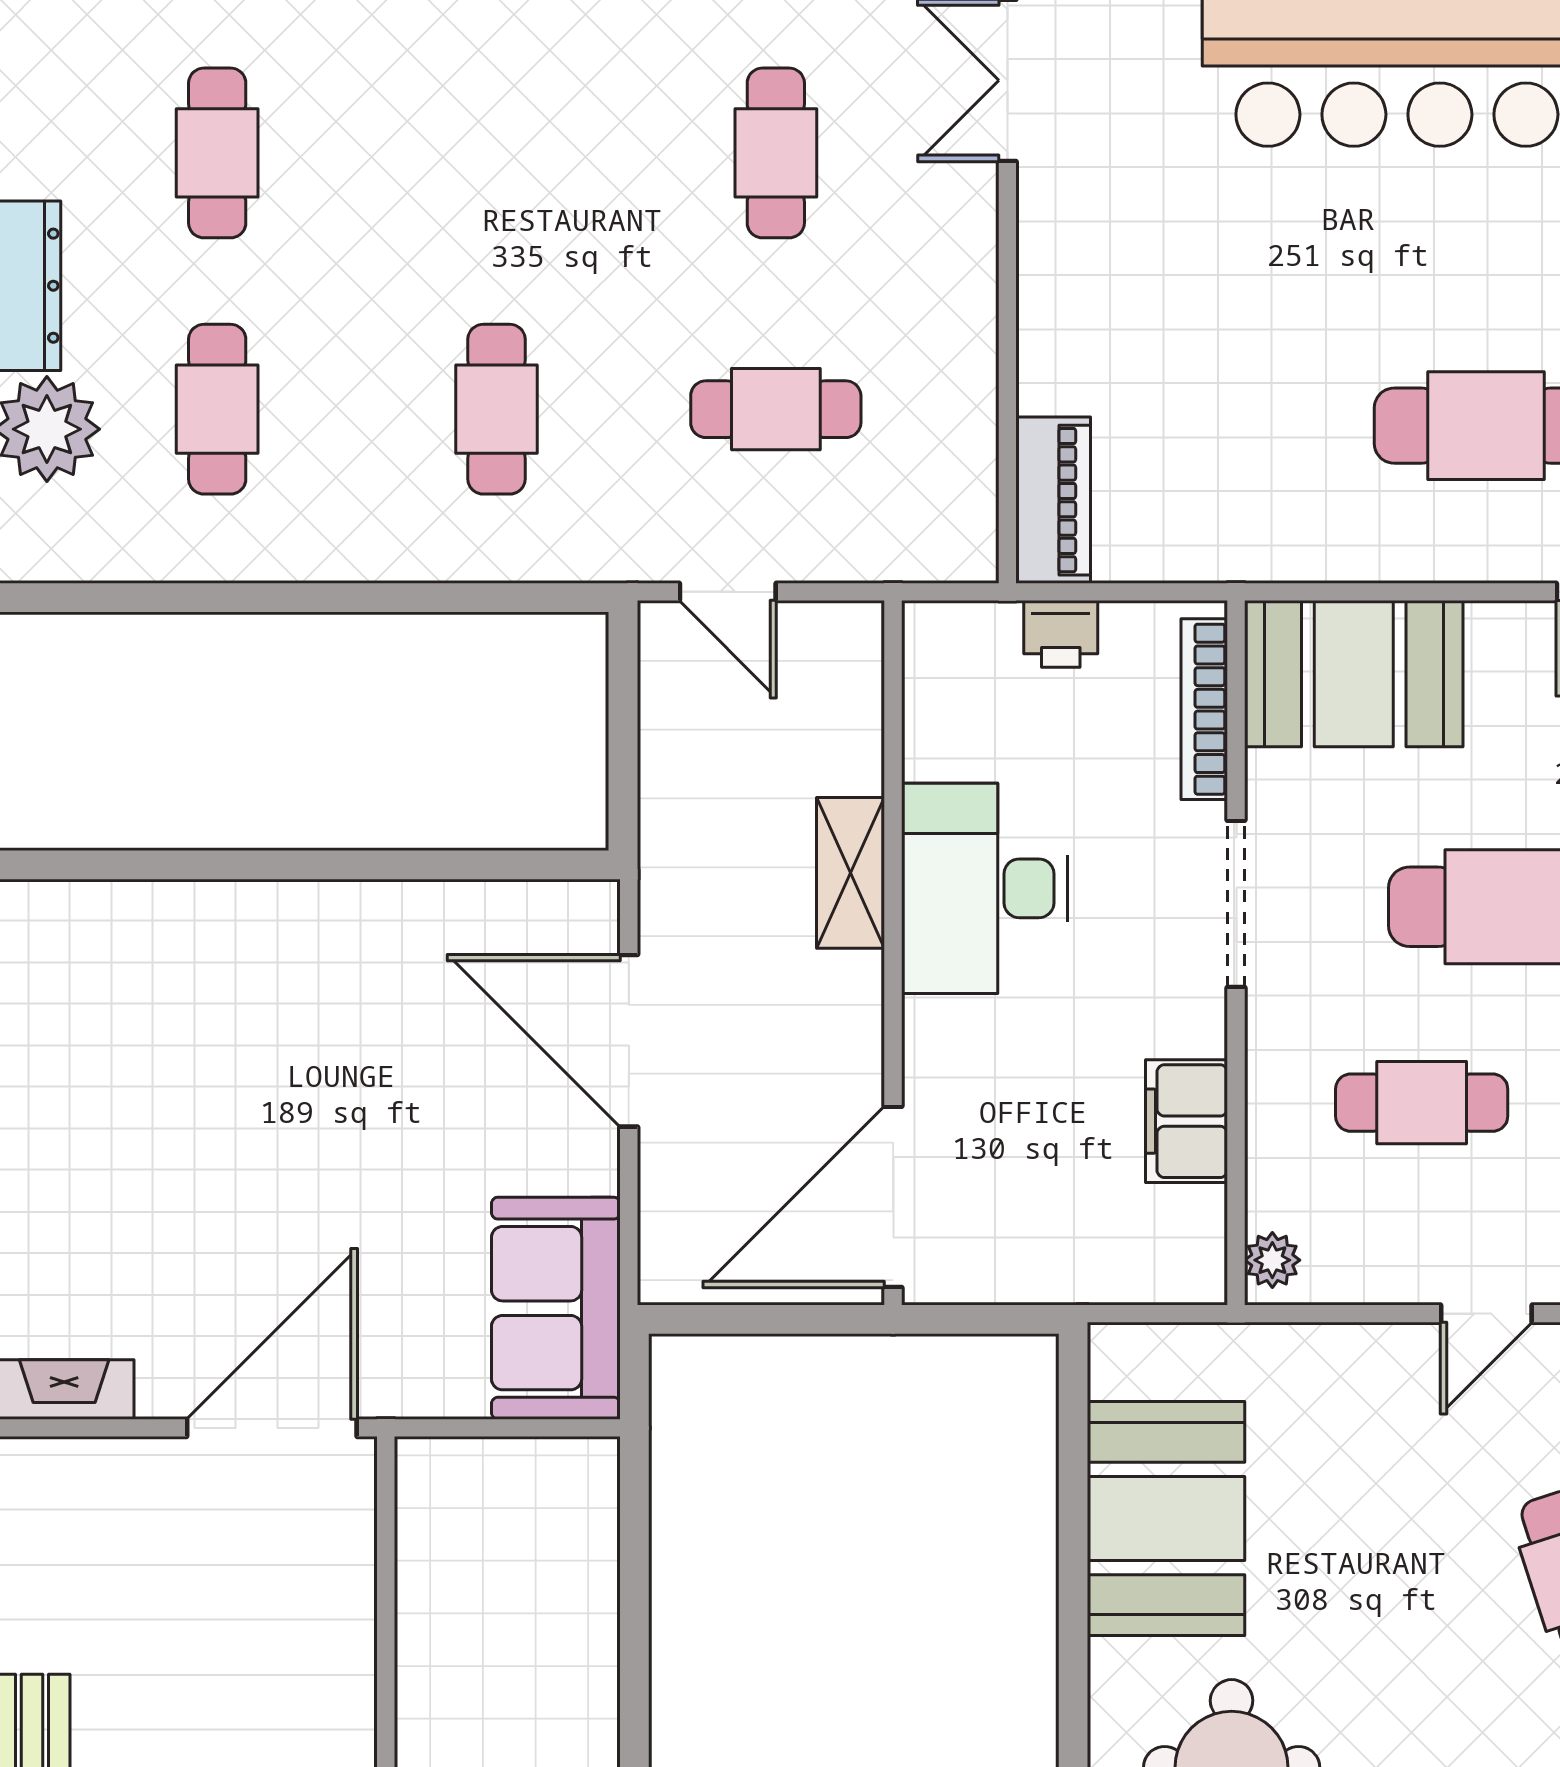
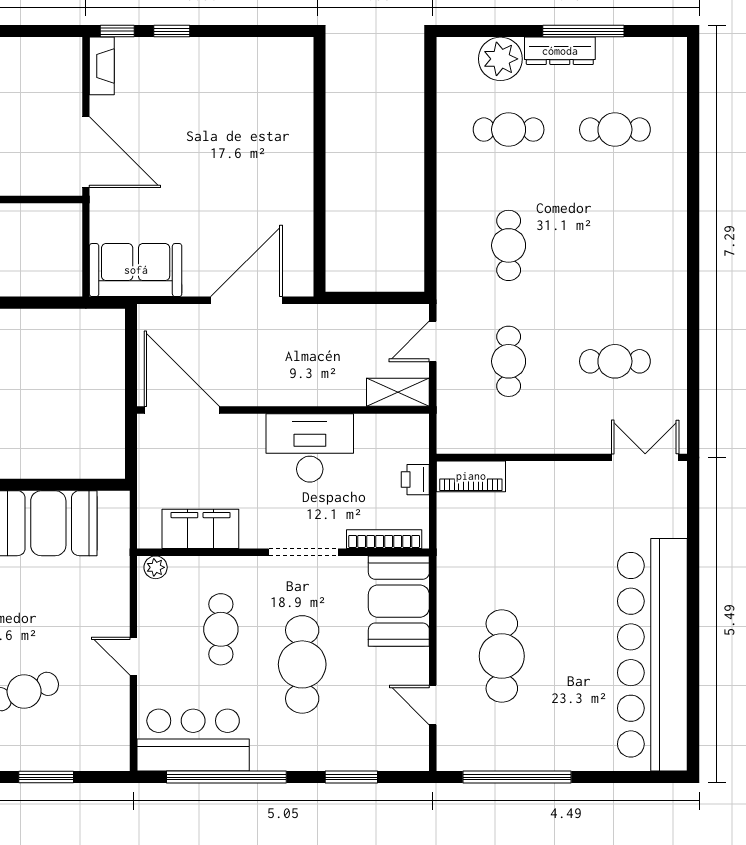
cafe table: (497, 409) -> (509, 245), turned 90
shelving: (851, 873) -> (398, 392), moved
filing cabinet: (1187, 1121) -> (200, 529), width x1.50, depth x1.17

